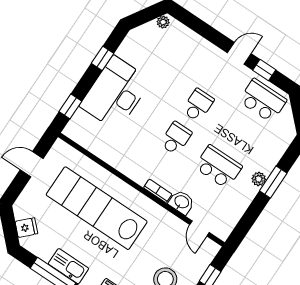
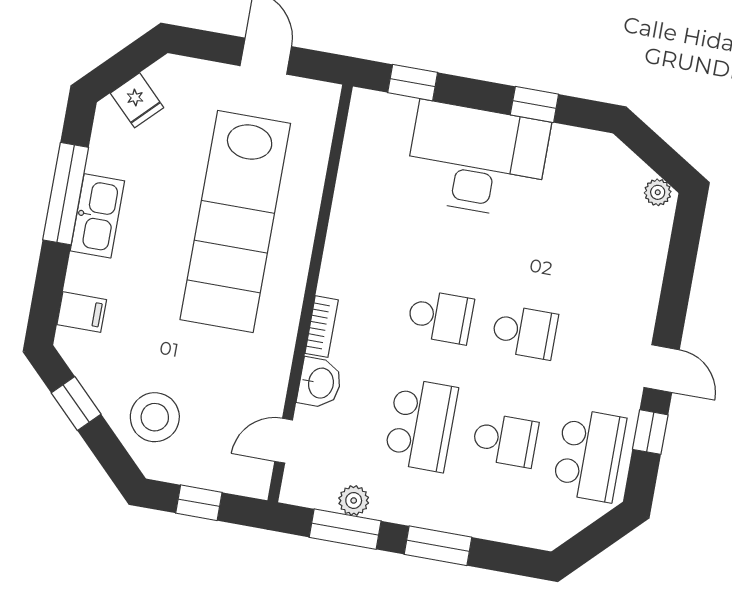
school desk: (241, 134) -> (505, 440), added
plant: (259, 179) -> (354, 500), moved
lab bench: (97, 208) -> (235, 222), turned 180
window: (249, 219) -> (345, 529), added

